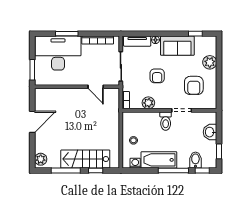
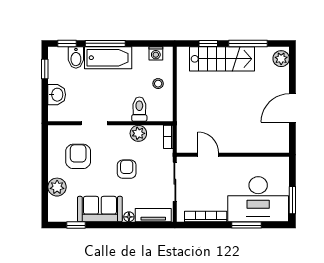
window: (32, 70) -> (292, 200), moved
toilet: (166, 121) -> (139, 109), moved
bathtub: (159, 160) -> (108, 58), moved

